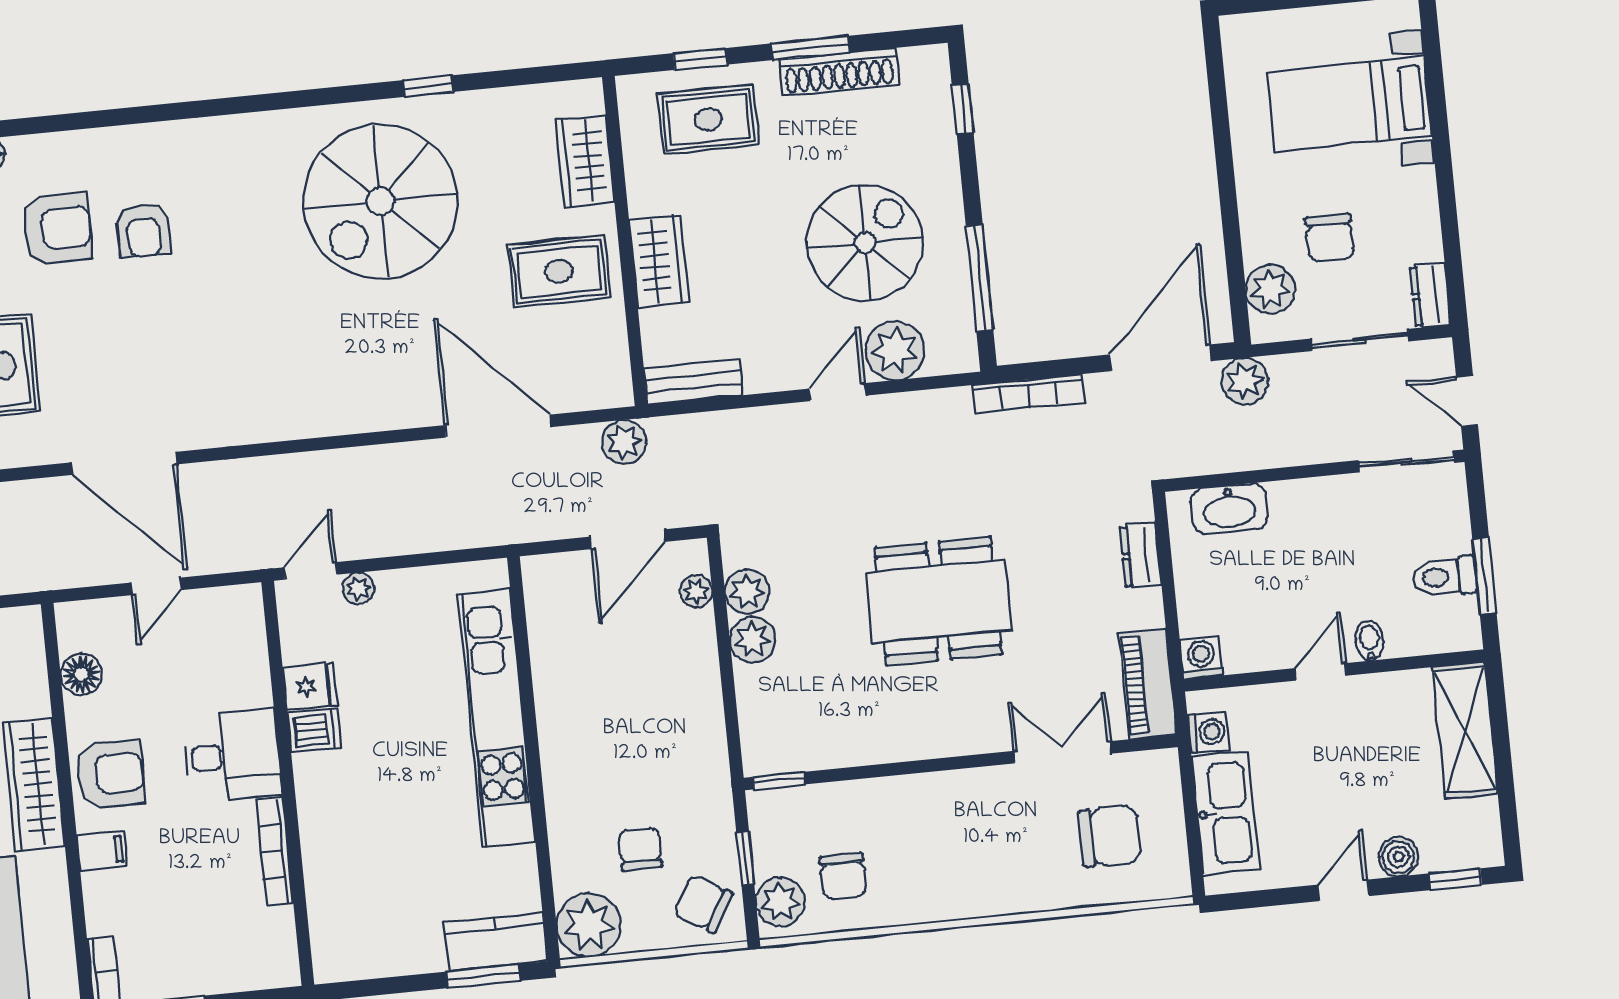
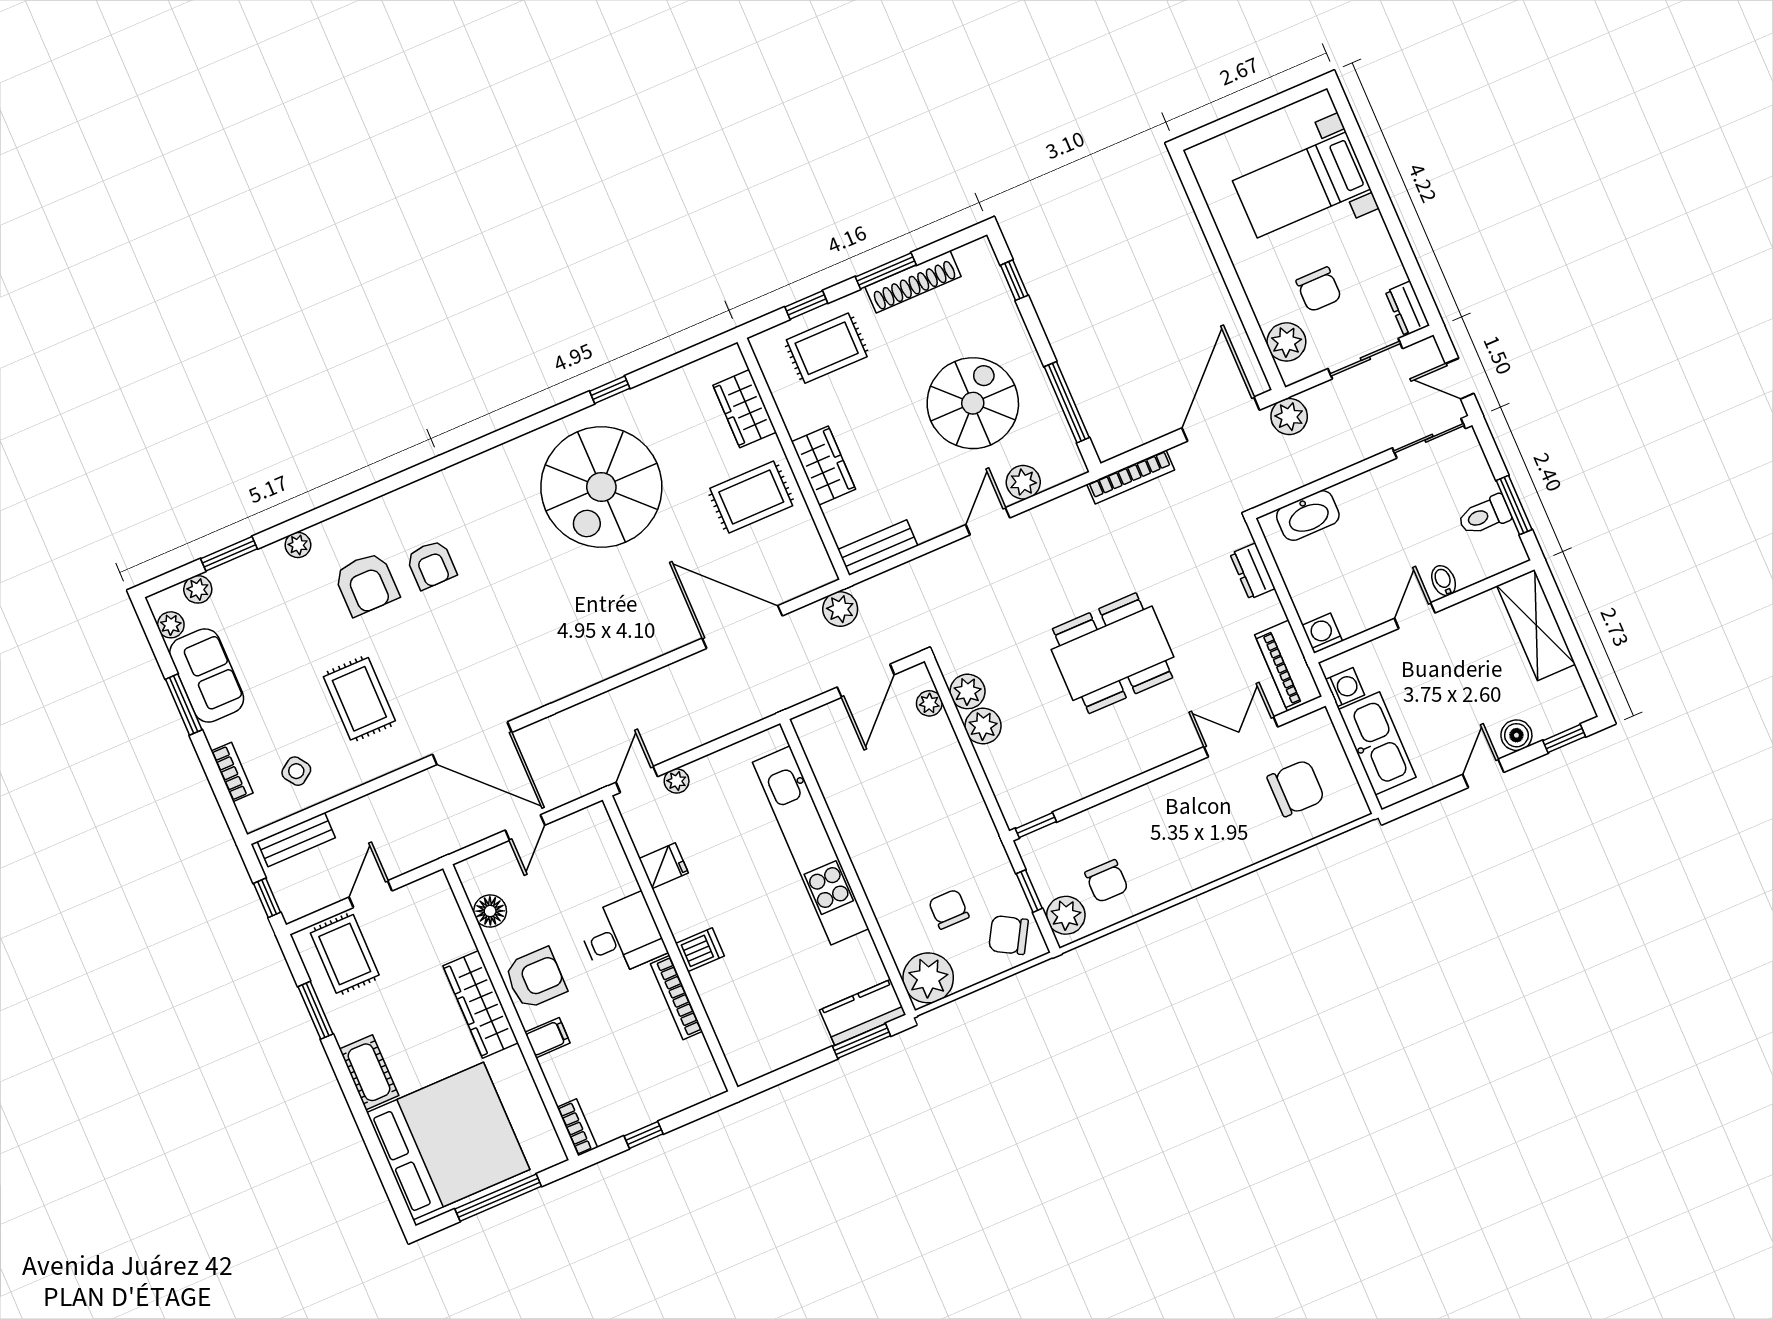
armchair: (57, 229) -> (366, 584), turned 90
plant: (895, 351) -> (1023, 482), width x0.73, depth x0.73
dishwasher: (315, 730) -> (700, 950), moved

